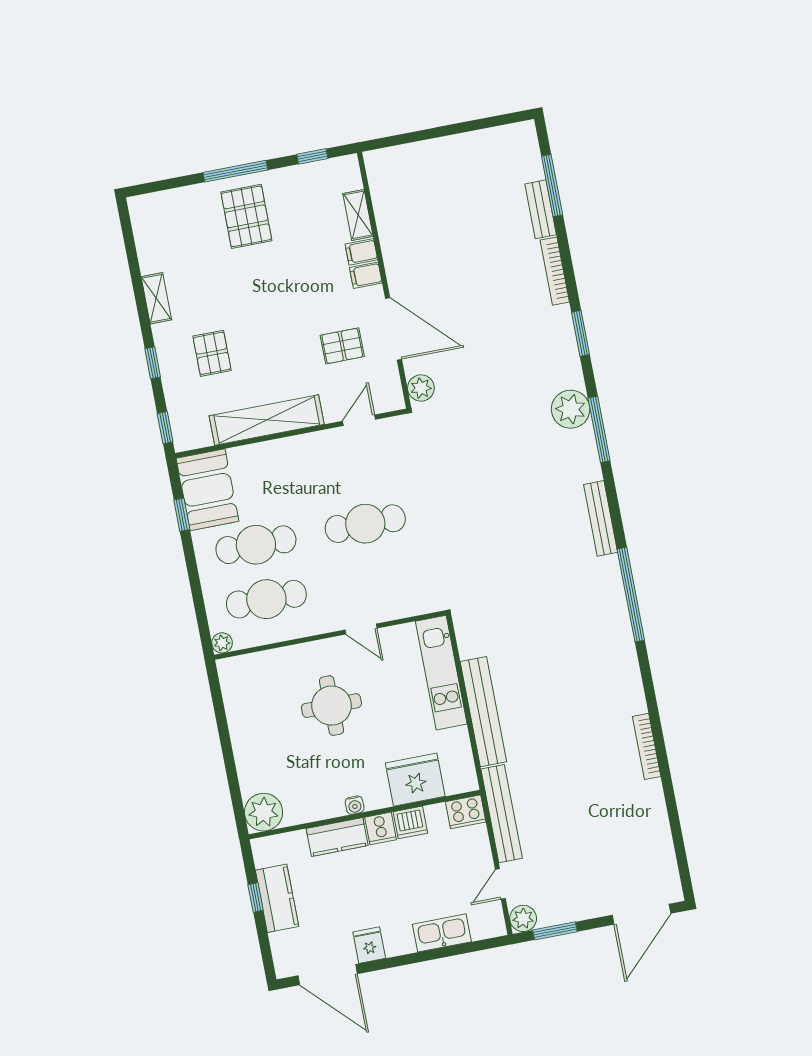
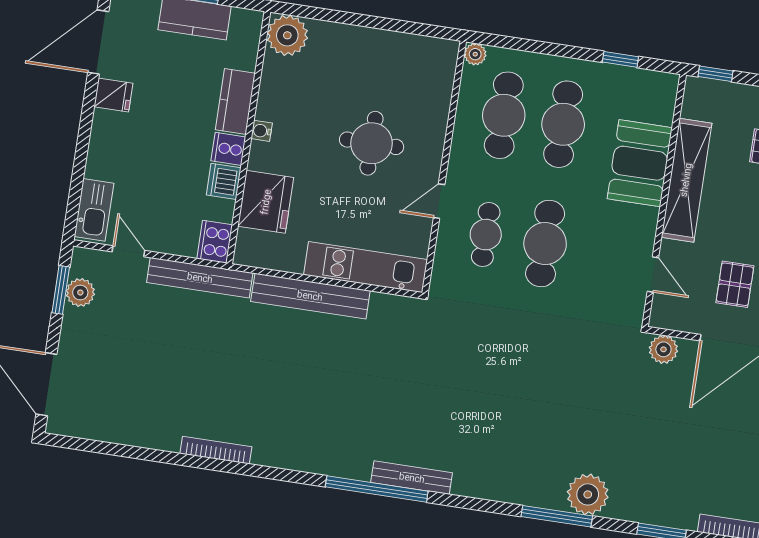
booth: (207, 490) -> (640, 163), moved, turned 90
bench: (601, 518) -> (412, 478), moved
cafe table: (376, 578) -> (486, 235), added
plant: (523, 918) -> (80, 292), moved
kitchen sink: (442, 933) -> (94, 210), moved

